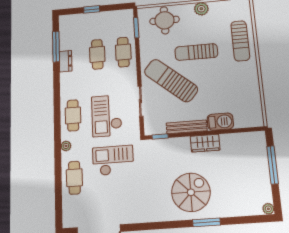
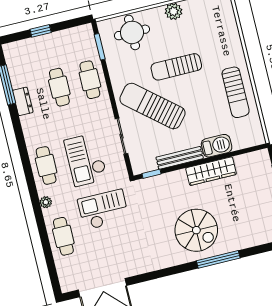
sun lounger: (240, 41) -> (236, 92), moved
wardrobe: (205, 143) -> (211, 171), width x1.50
spiral stairs: (191, 192) -> (196, 230), turned 90
window: (206, 222) -> (218, 259), width x1.44

